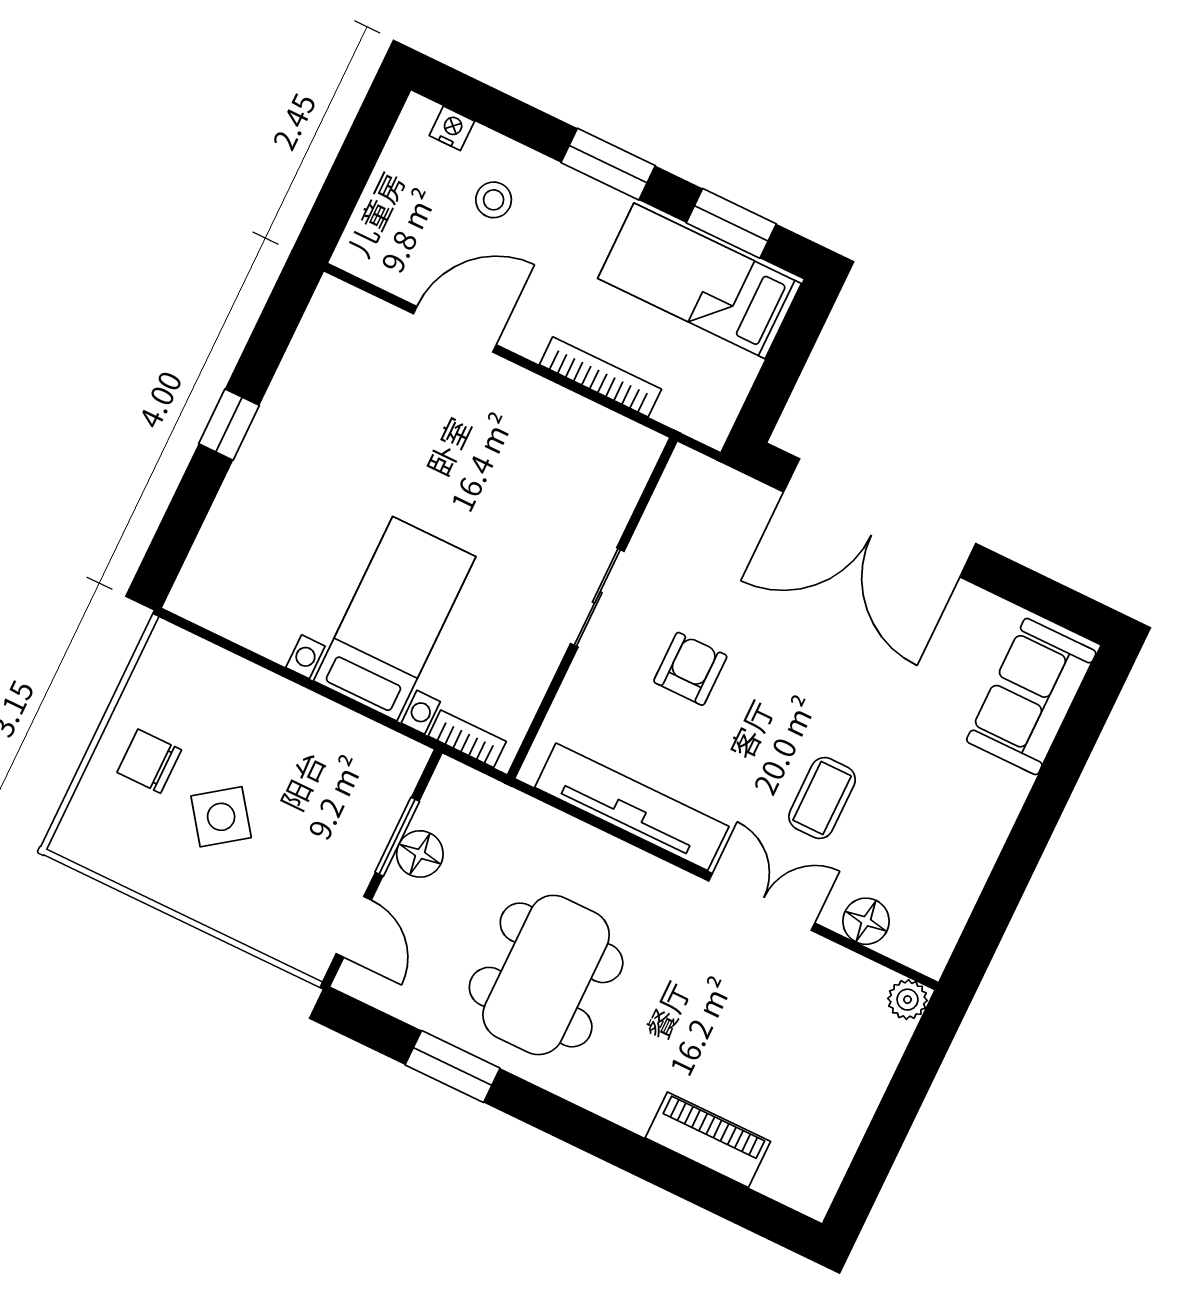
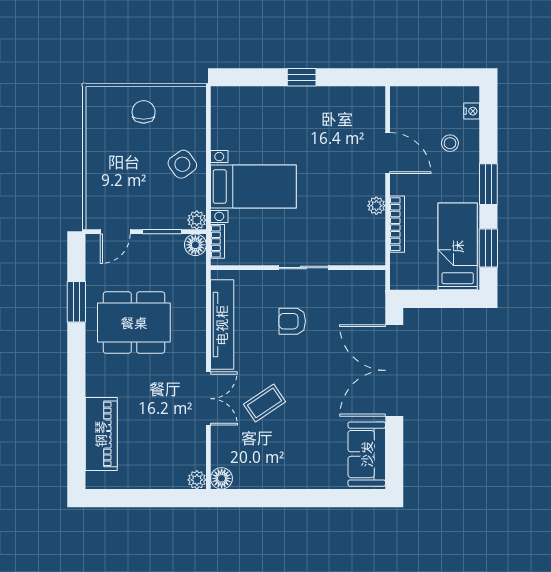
plant: (546, 399) -> (376, 206), added
armchair: (690, 669) -> (292, 321), turned 180
sofa: (1031, 696) -> (367, 454), moved, turned -90
plant: (407, 759) -> (197, 220), added
coffee table: (822, 798) -> (265, 403), turned -34
side table: (221, 817) -> (182, 164), moved
floor lamp: (420, 854) -> (195, 245), moved
floor lamp: (866, 921) -> (222, 478), moved
piano: (708, 1140) -> (101, 434), width x1.37, depth x1.33

